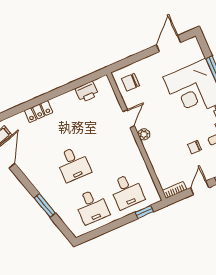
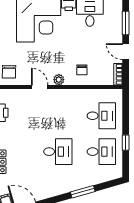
chair: (195, 147) -> (82, 70), moved
window: (144, 212) -> (126, 143), moved

